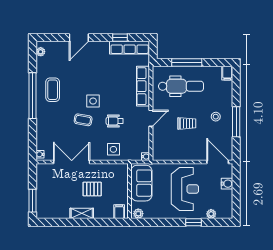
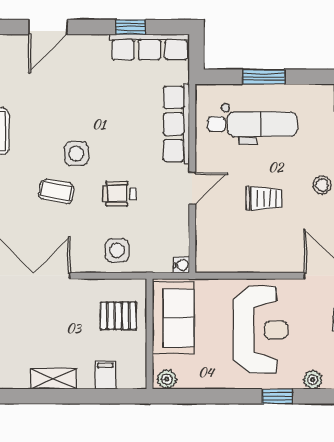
window: (187, 63) -> (264, 77), width x0.69
pallet: (92, 189) -> (118, 316), moved
filing cabinet: (119, 212) -> (105, 375), moved

